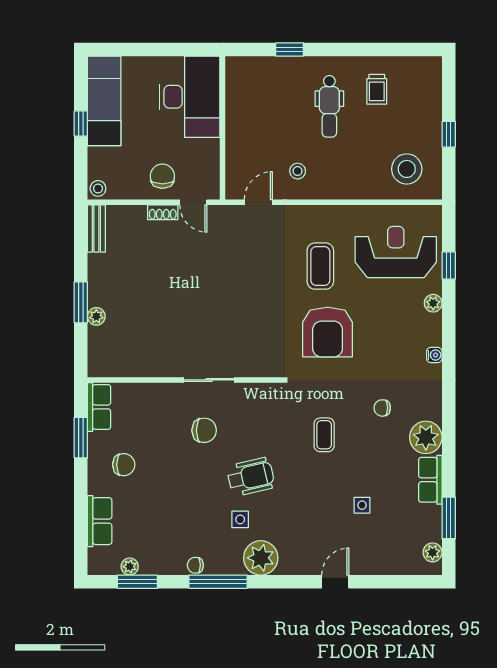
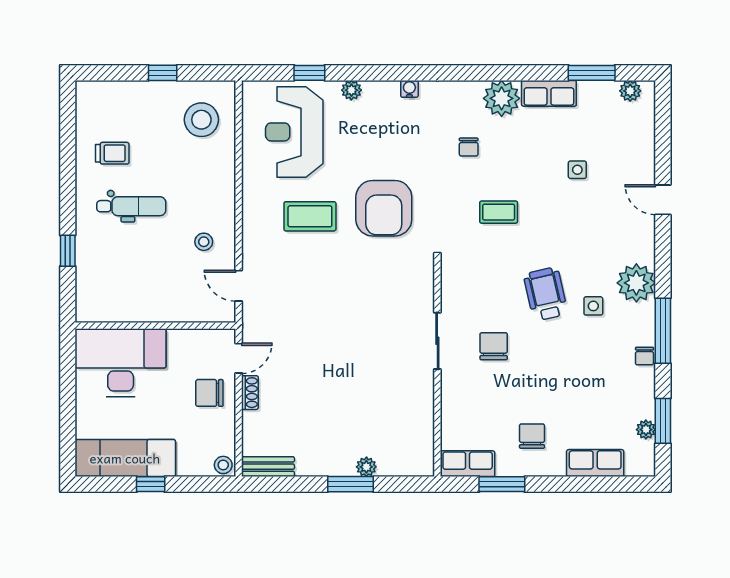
armchair: (328, 332) -> (384, 208), turned 90

